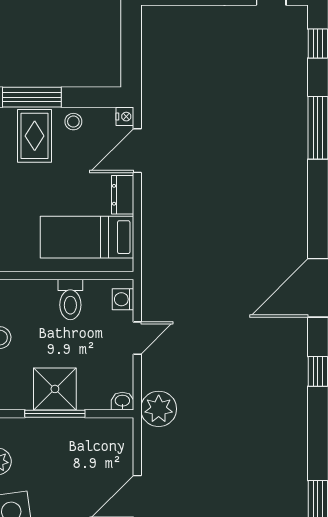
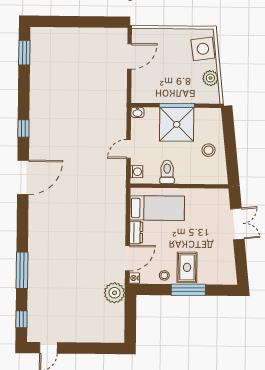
shower: (55, 389) -> (177, 124), width x1.37, depth x1.37
plant: (159, 409) -> (115, 293), moved

